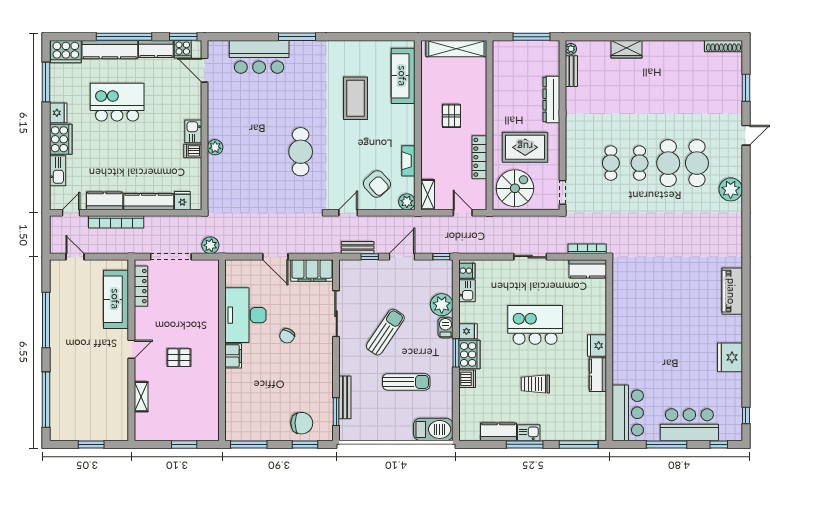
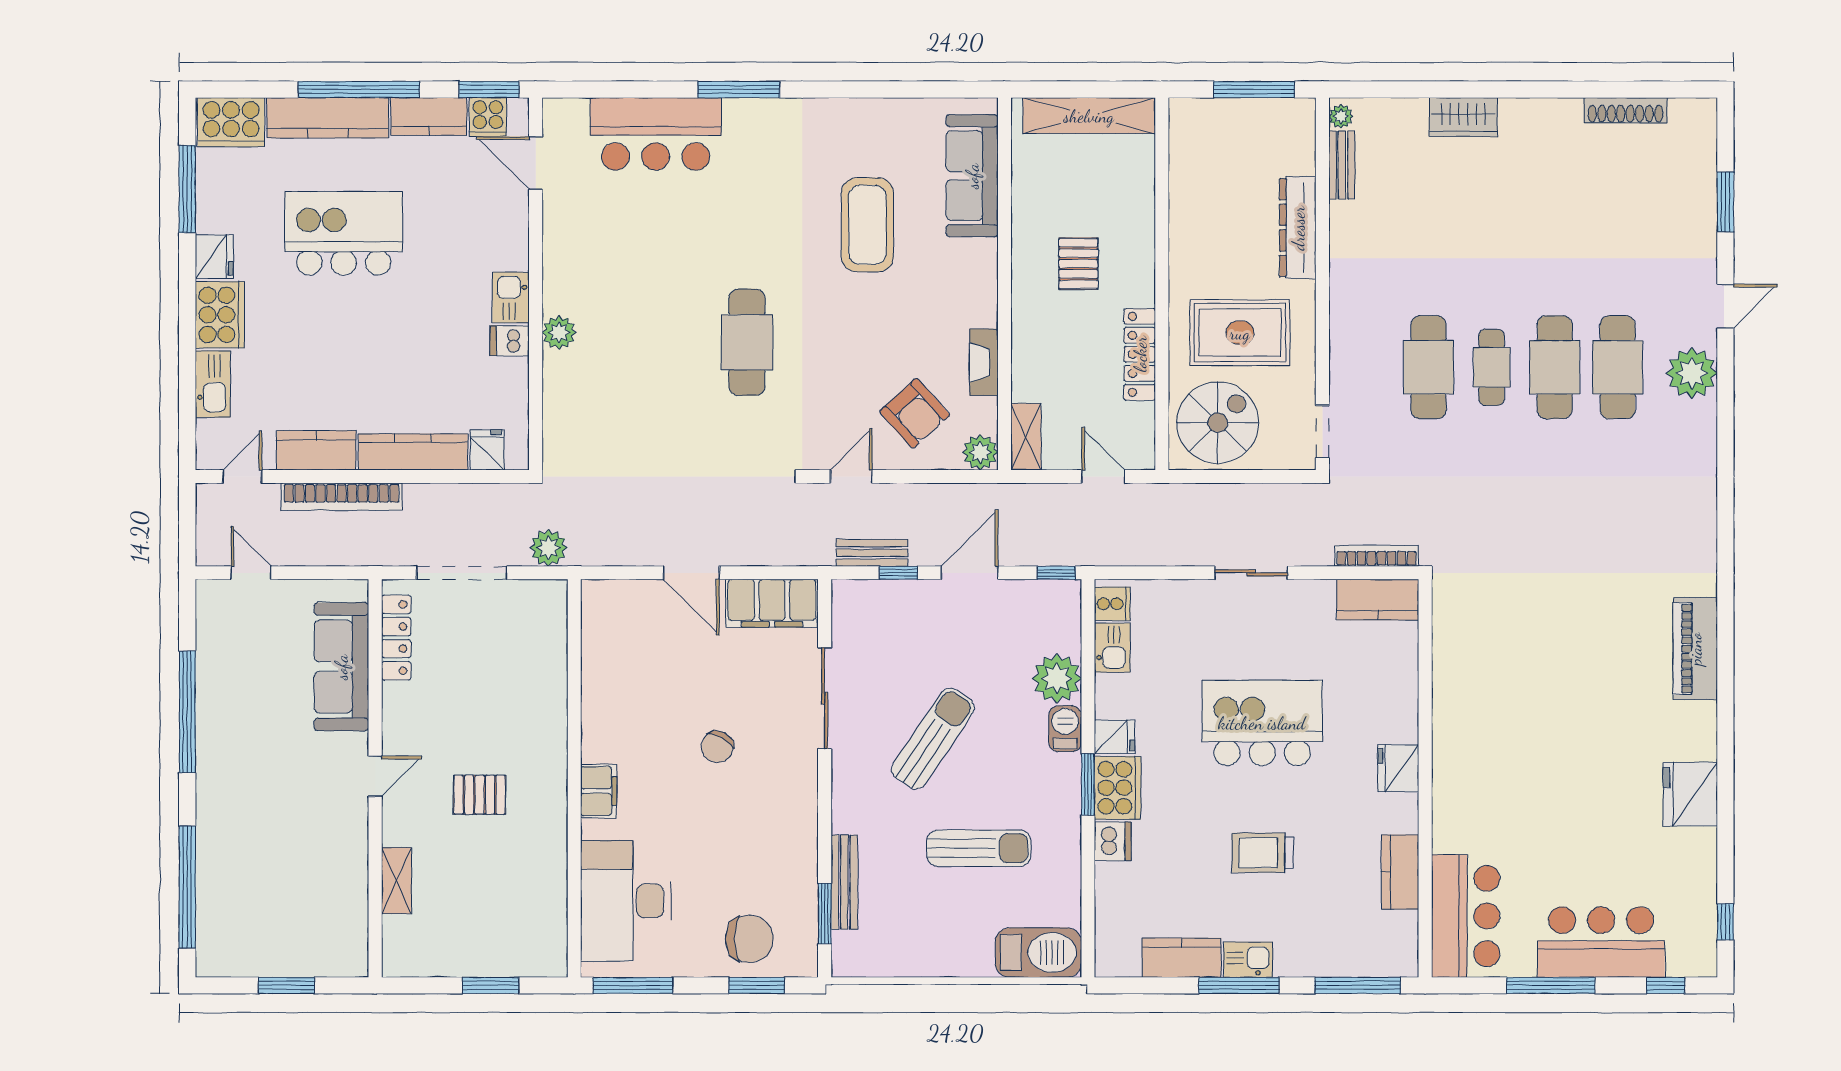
shoe rack: (724, 46) -> (1626, 110), moved
cafe table: (611, 163) -> (1429, 367), width x1.37, depth x1.35
plant: (731, 189) -> (1692, 373), moved
desk: (245, 315) -> (626, 901), moved
kitchen counter: (598, 375) -> (1400, 872), moved

